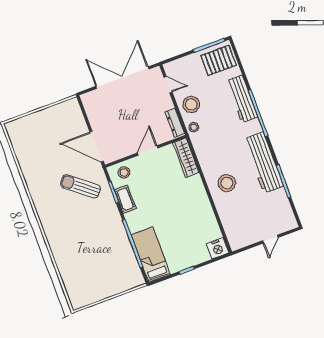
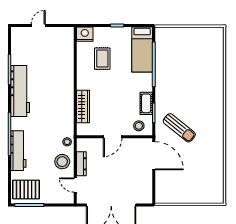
dresser: (175, 123) -> (81, 164), moved
wardrobe: (186, 158) -> (83, 107), moved
stool: (227, 183) -> (57, 85), removed
rug: (189, 229) -> (102, 59), added

